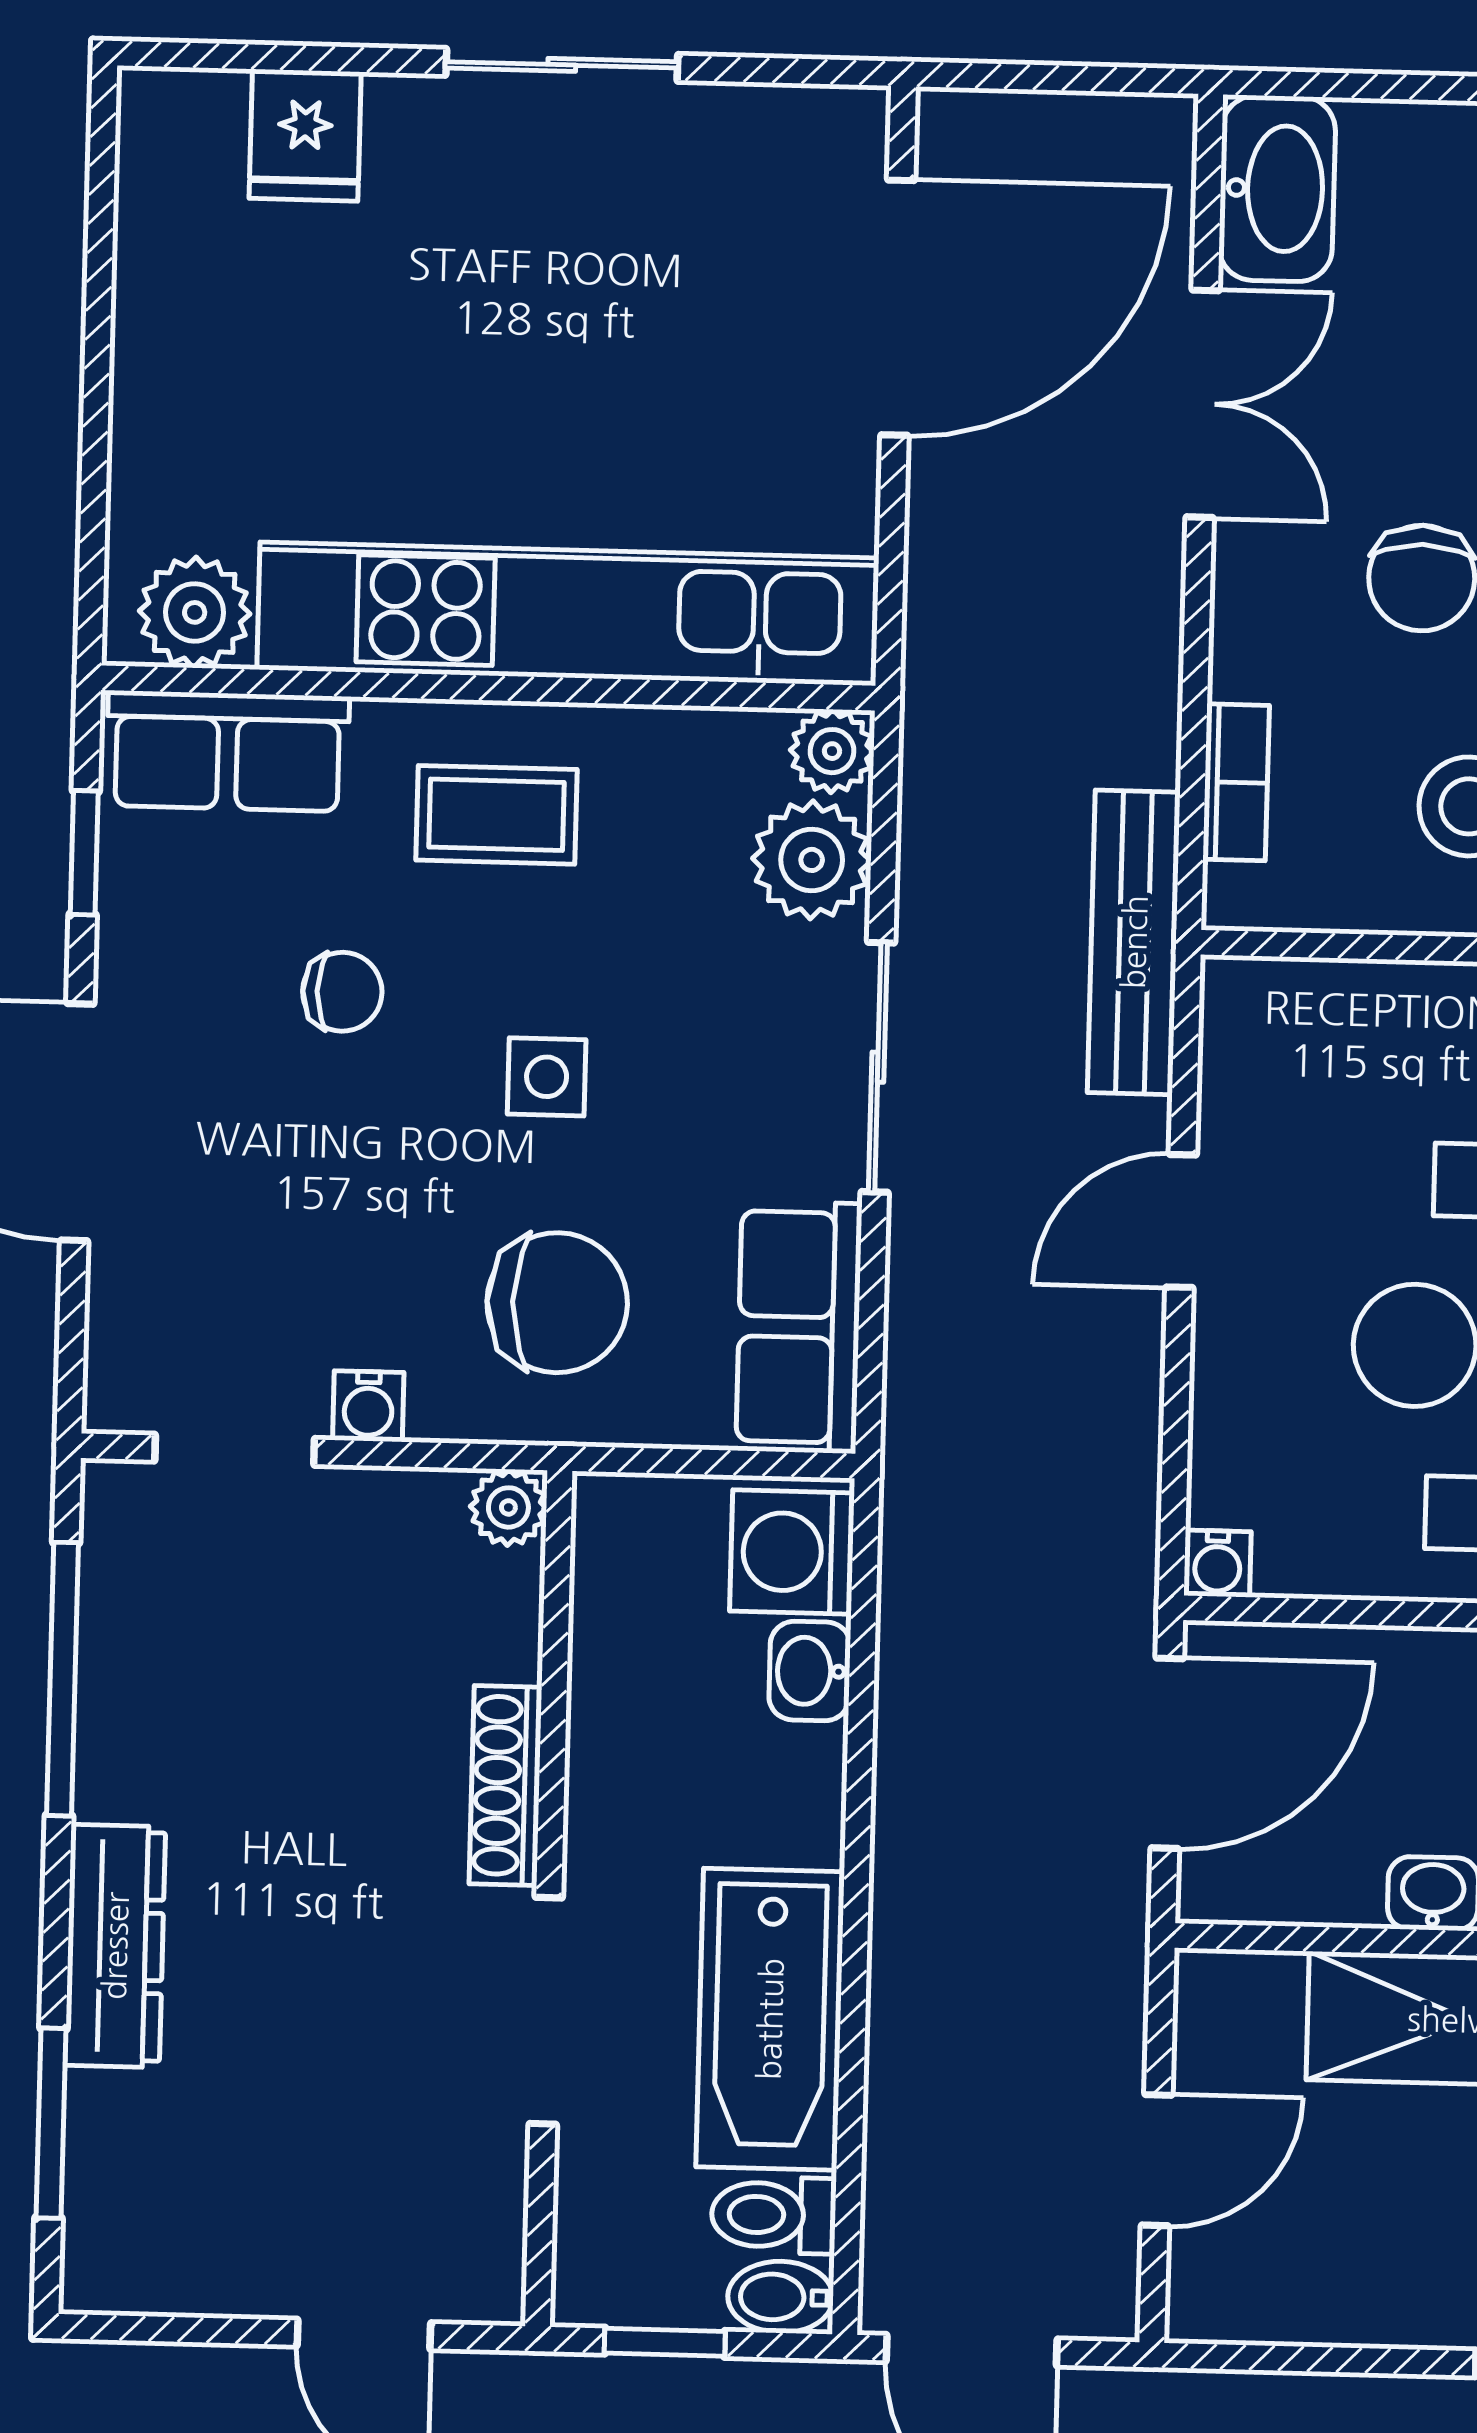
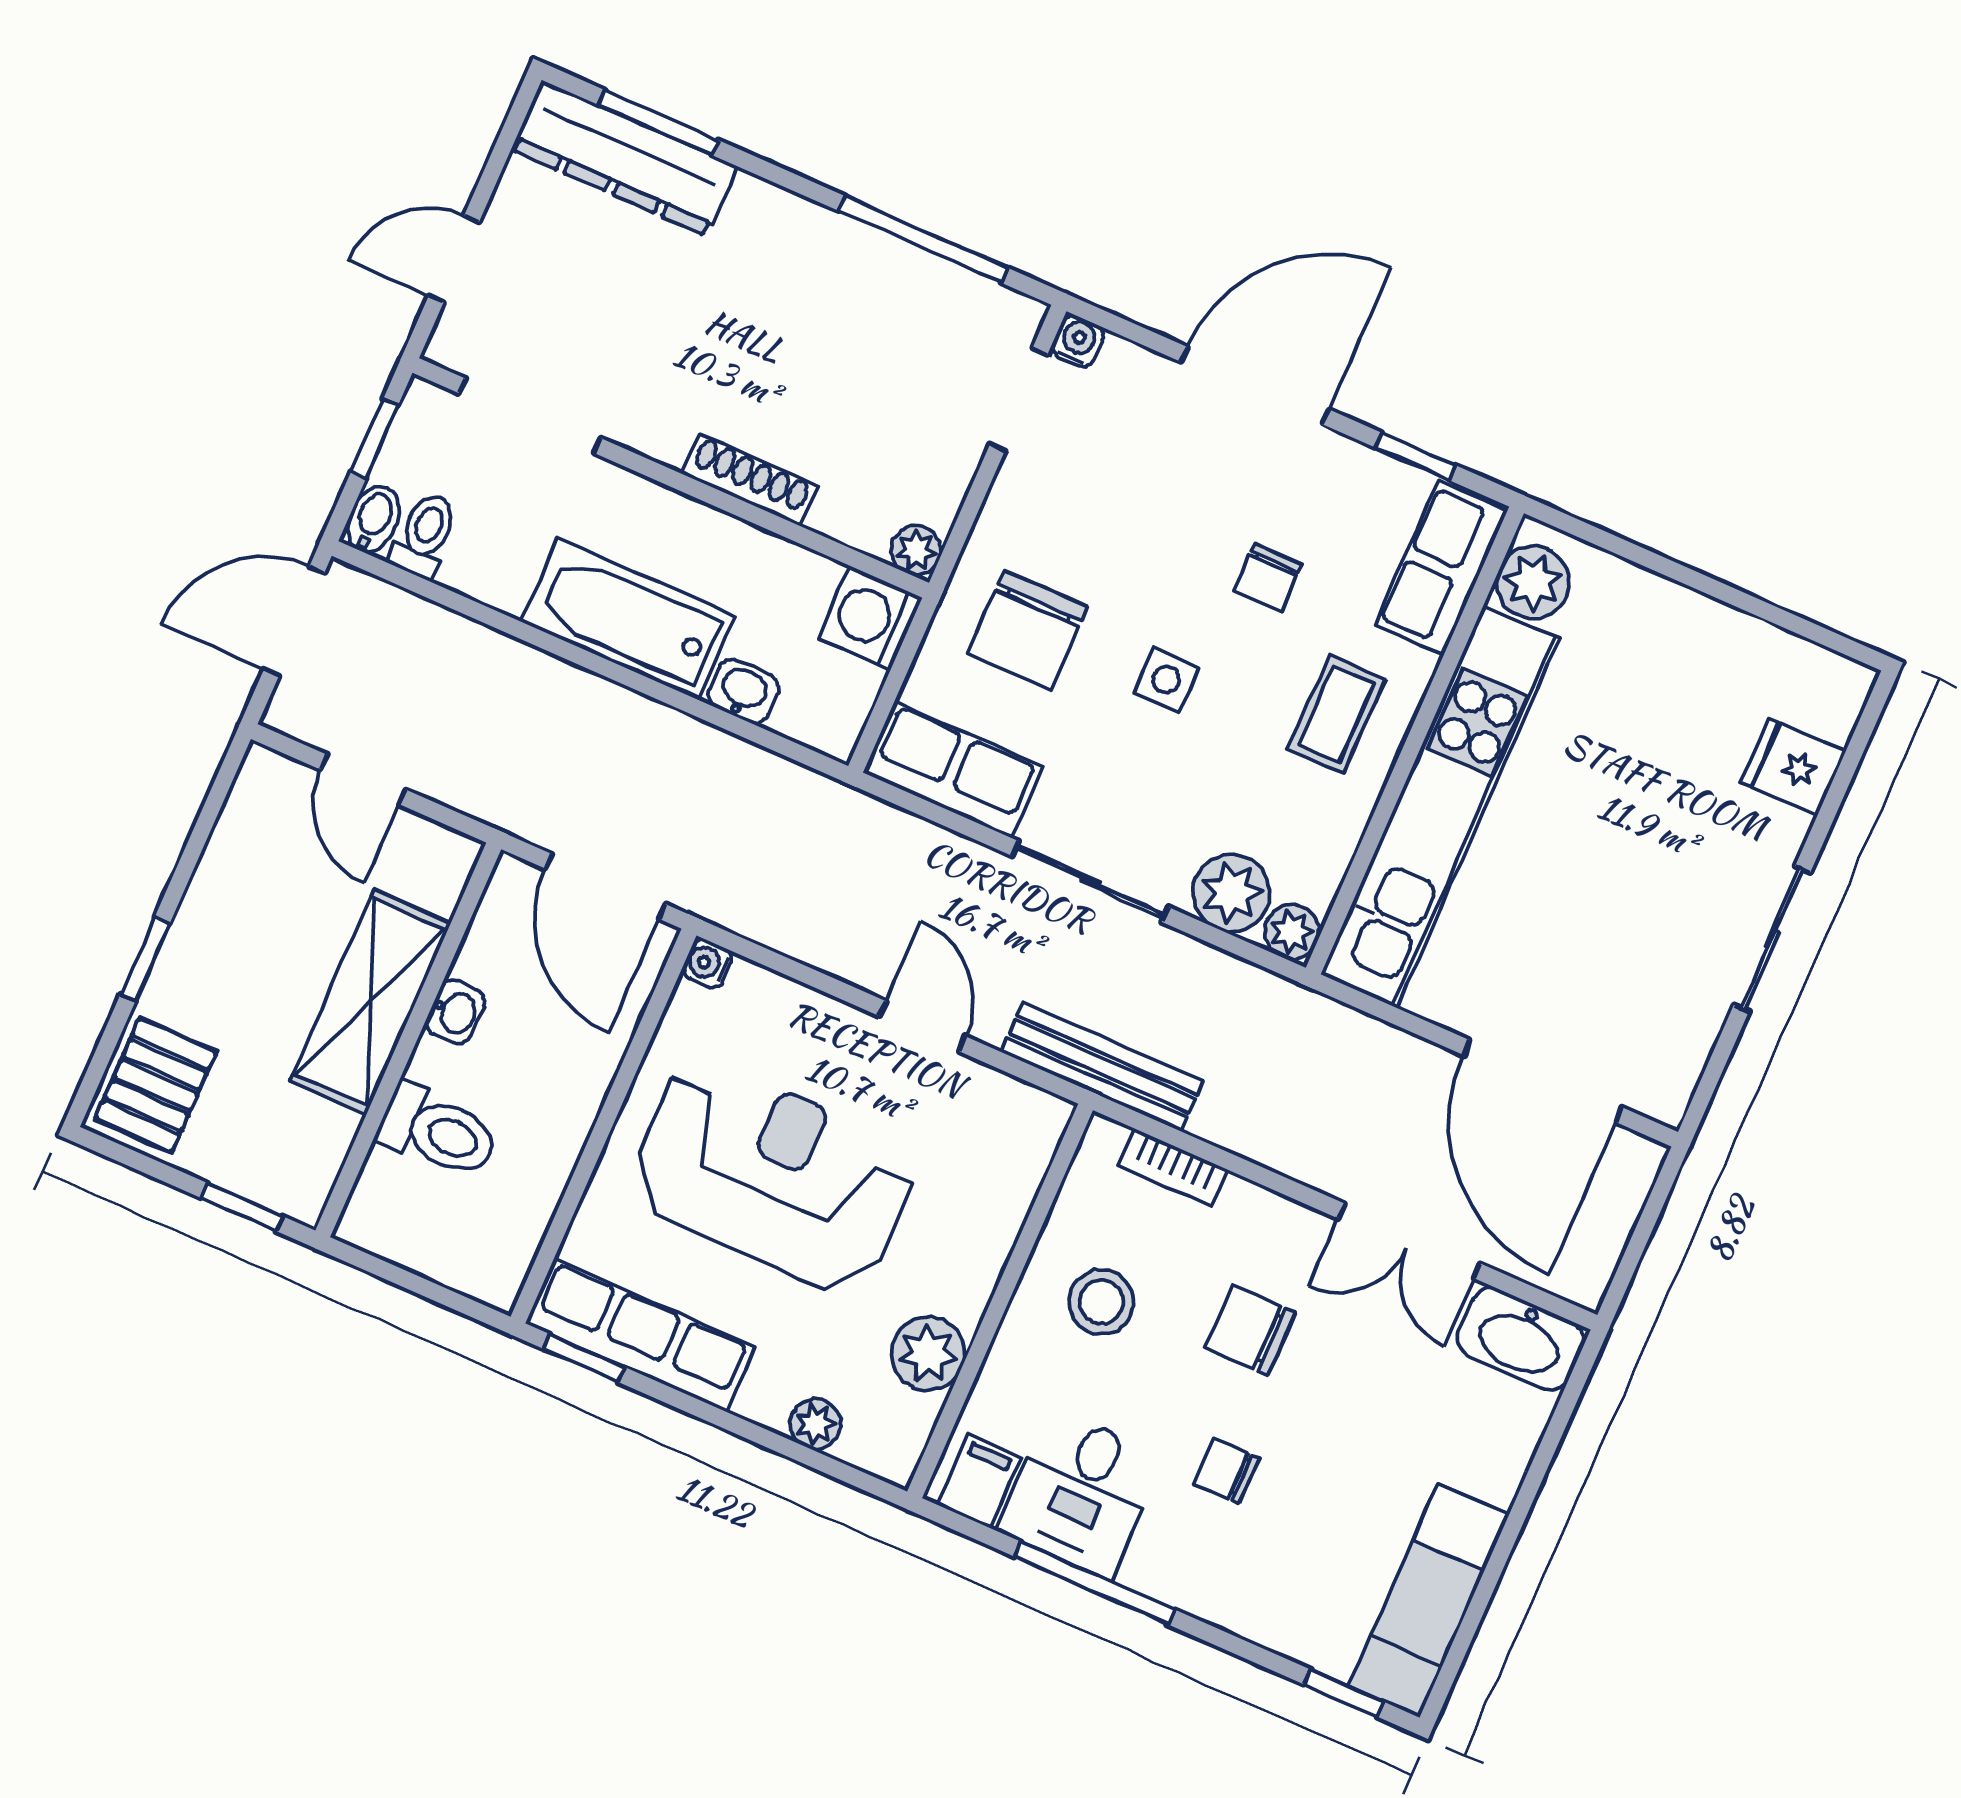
water cooler: (368, 1406) -> (1078, 341), moved, turned 90
washing machine: (792, 1552) -> (870, 618), moved, turned -90
dresser: (115, 1946) -> (624, 158), moved, width x1.37, depth x1.24
doorway: (546, 2011) -> (530, 416), moved
bathtub: (770, 2019) -> (628, 619), moved

